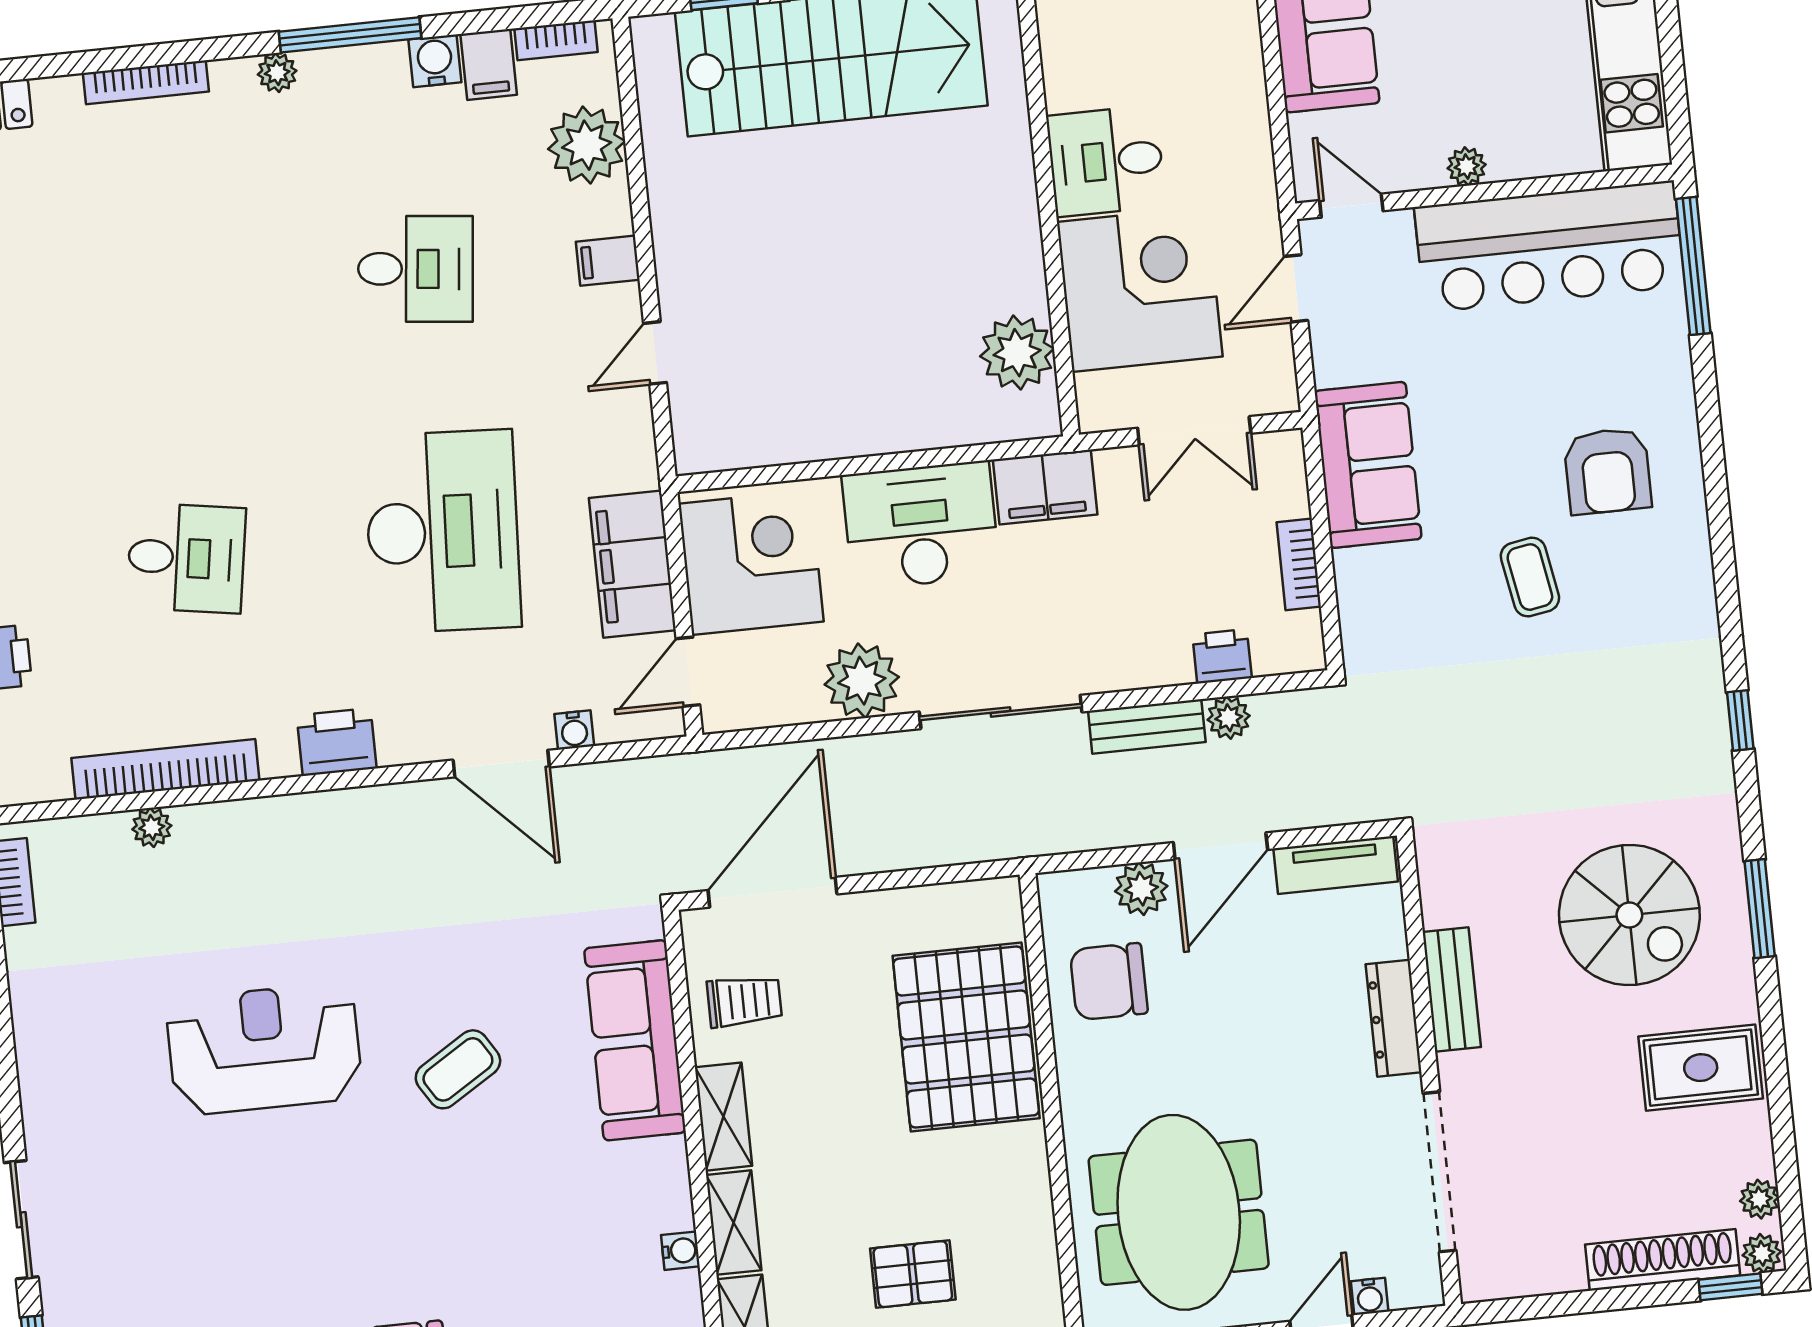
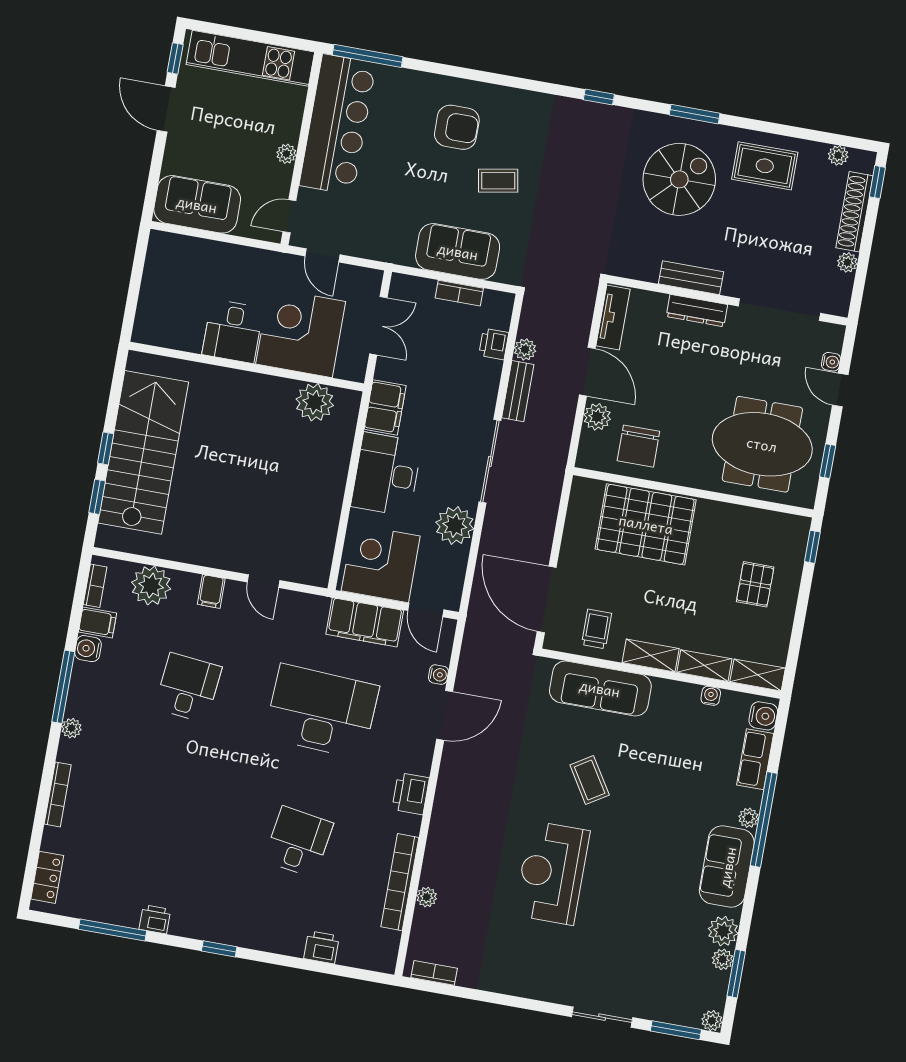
sofa: (1368, 465) -> (458, 251), moved
rug: (1701, 1068) -> (765, 166), turned 90
plant: (1762, 1253) -> (847, 262), moved

